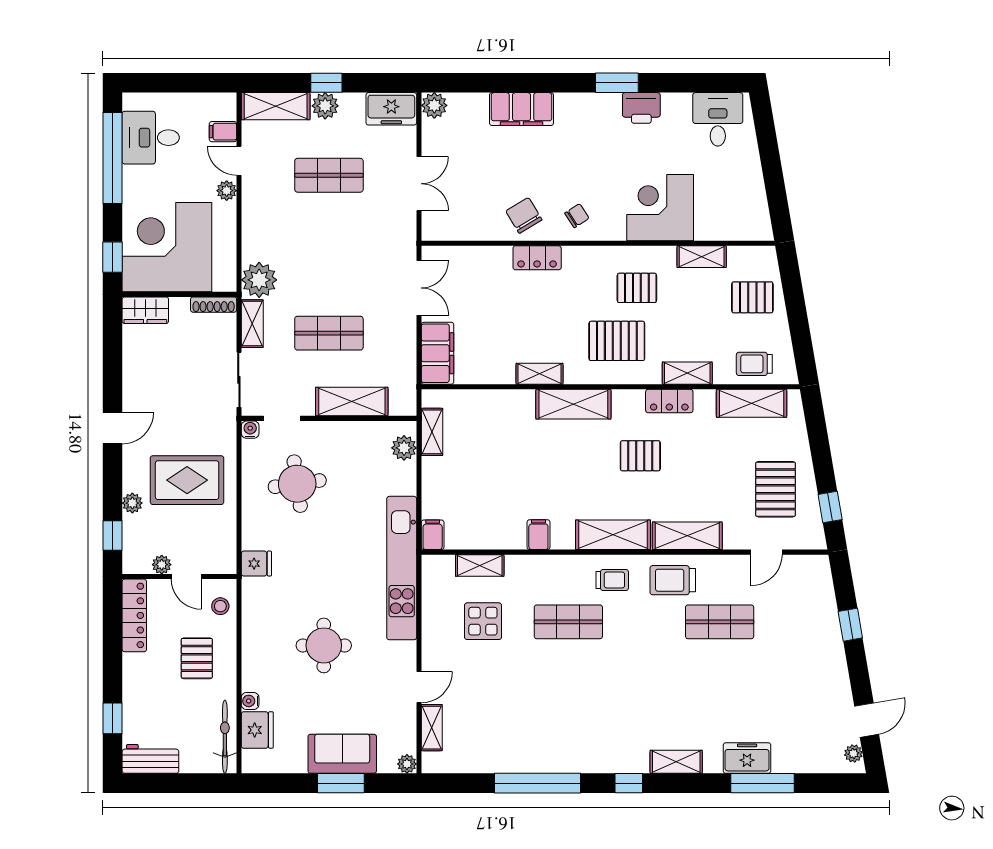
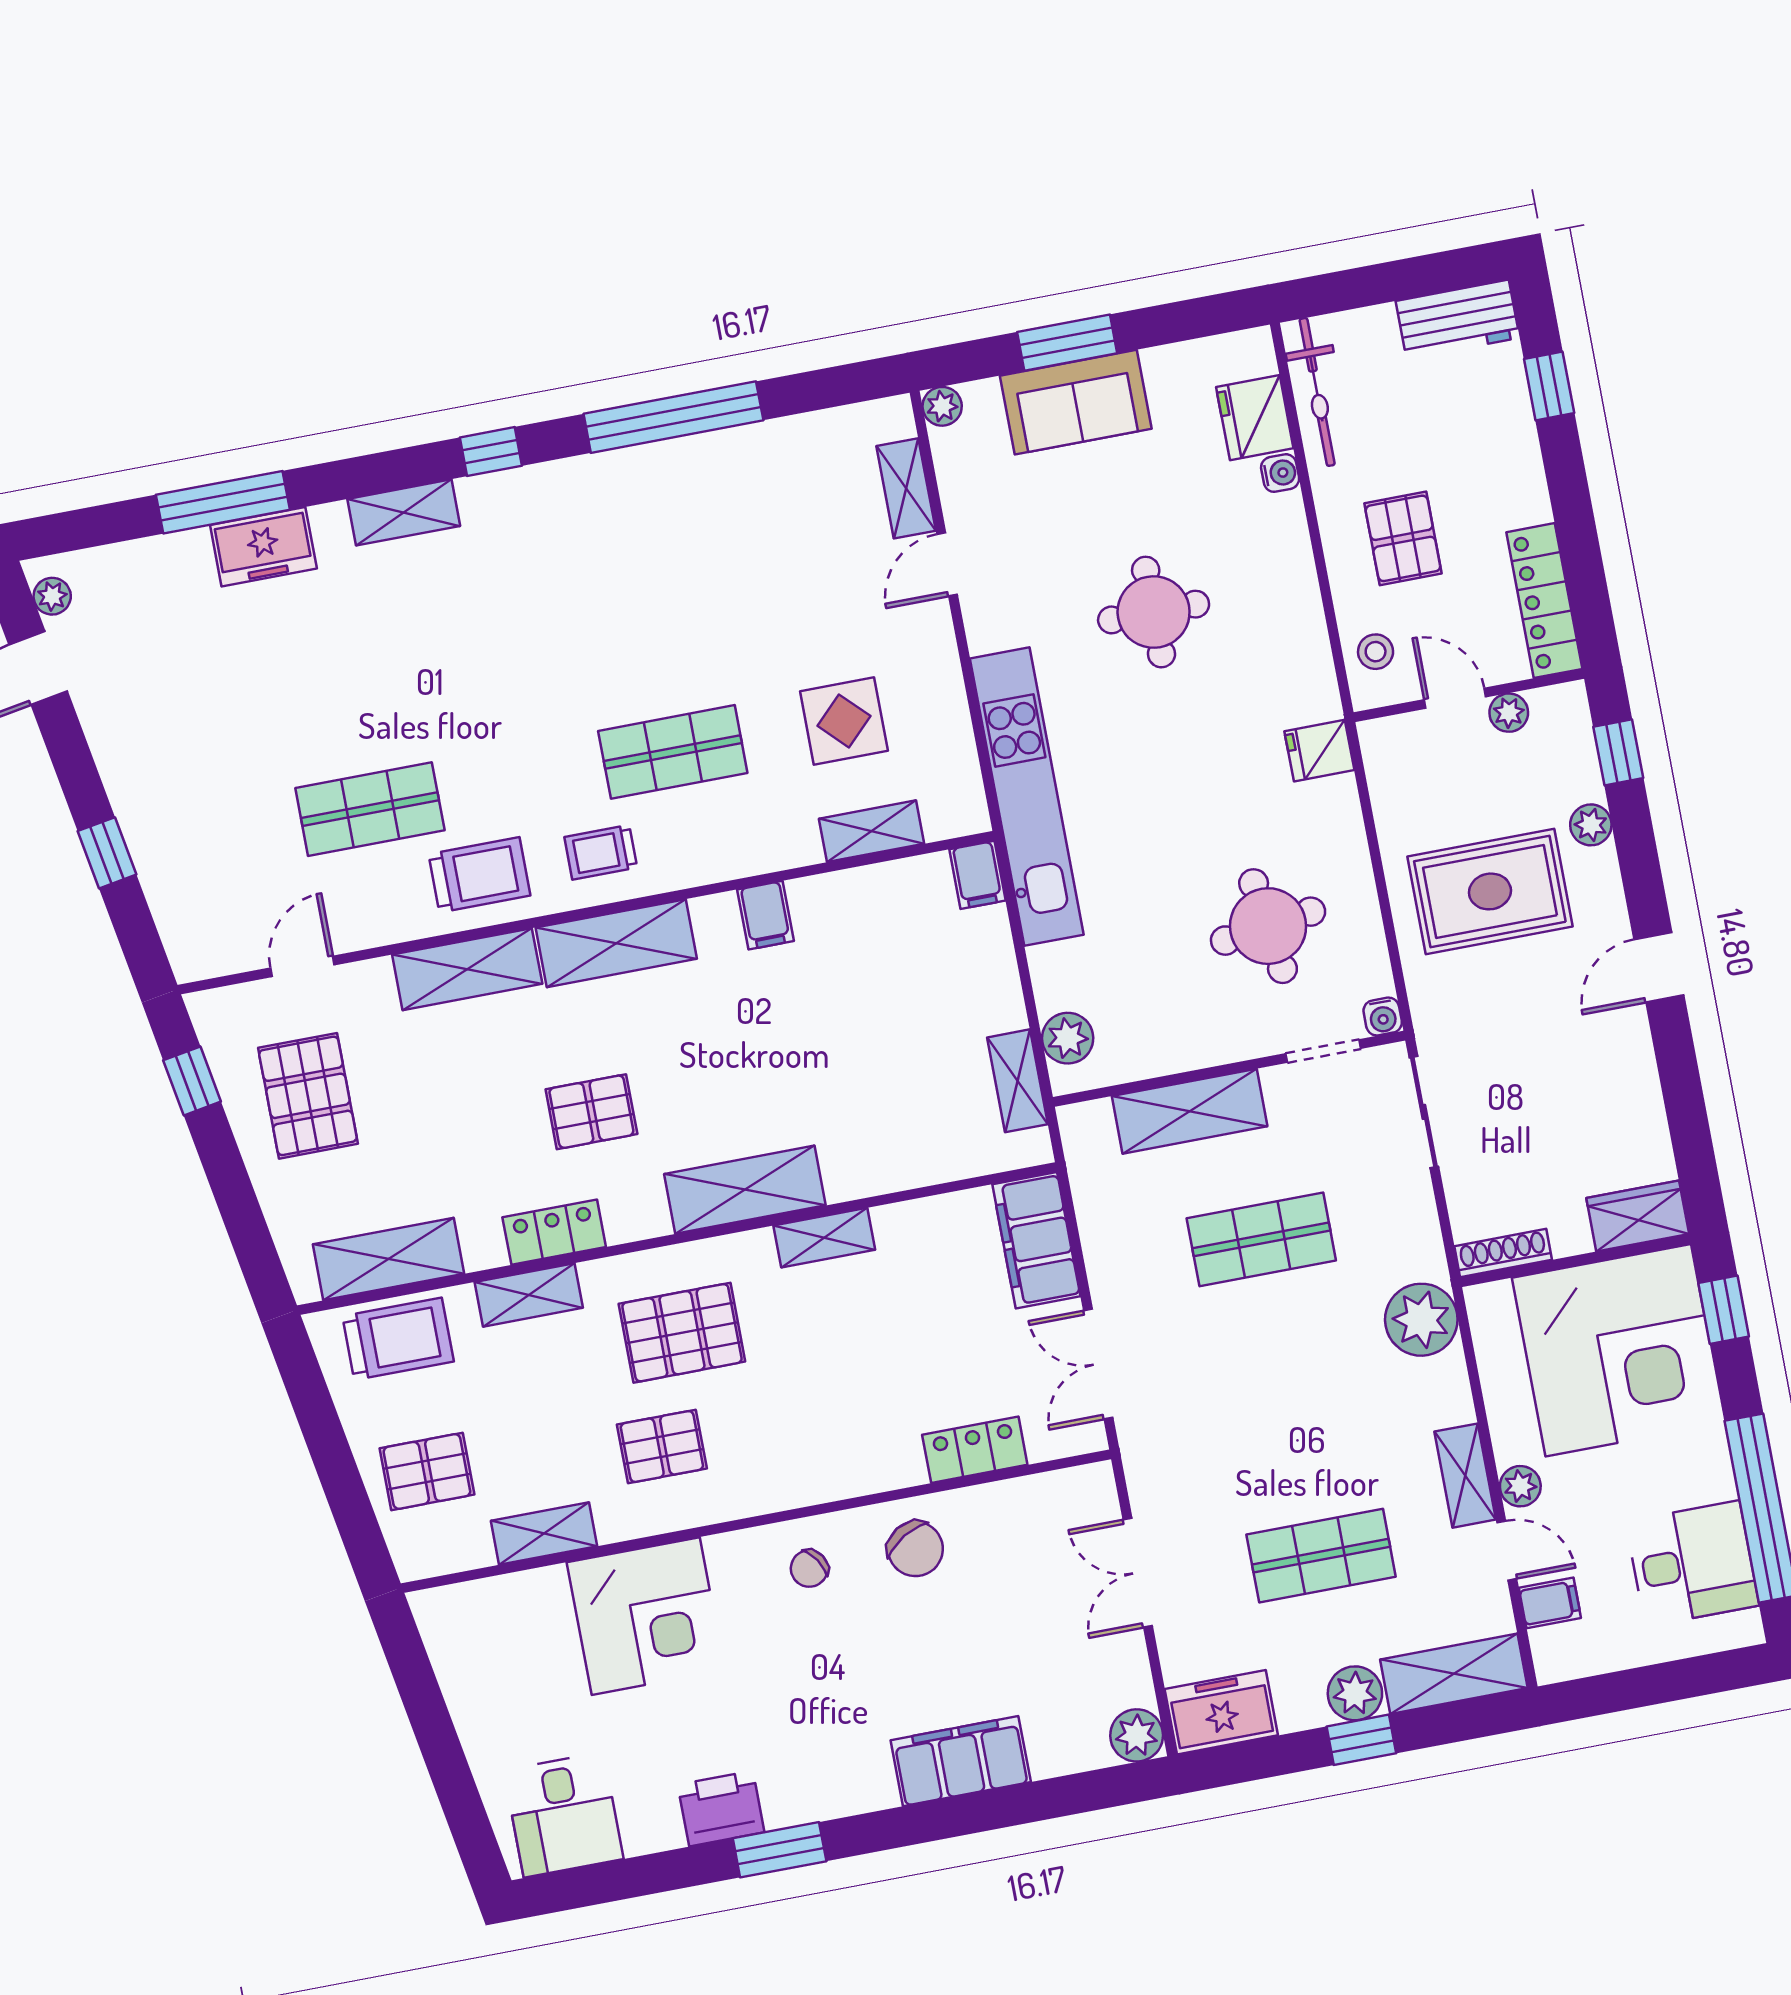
locker: (537, 258) -> (975, 1450), moved
shelving: (252, 324) -> (1465, 1476), moved
trolley: (754, 364) -> (398, 1339), width x1.36, depth x1.39

